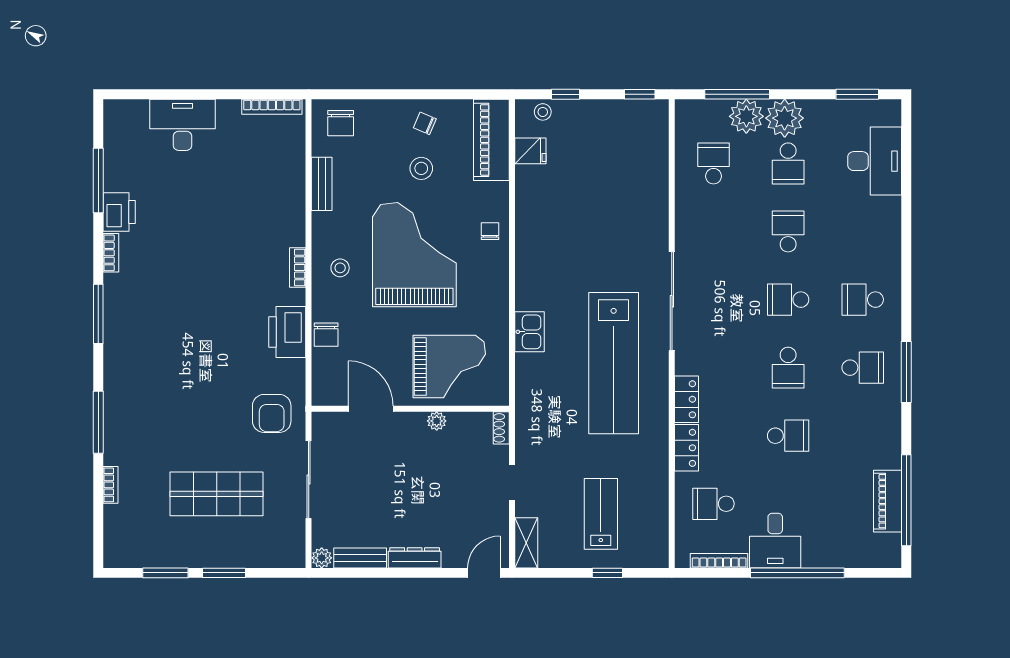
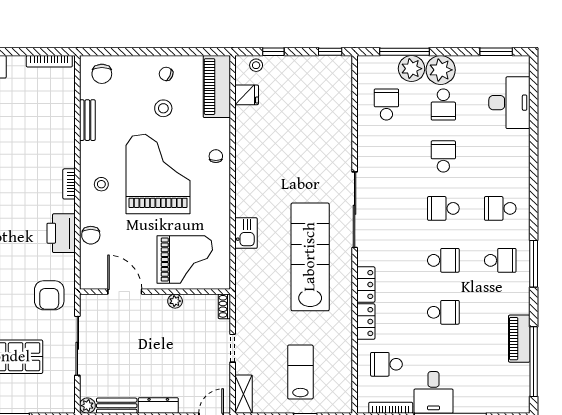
lab bench: (614, 363) -> (310, 257), turned 180
school desk: (788, 368) -> (443, 260), turned -90
piano: (888, 501) -> (519, 339), moved

